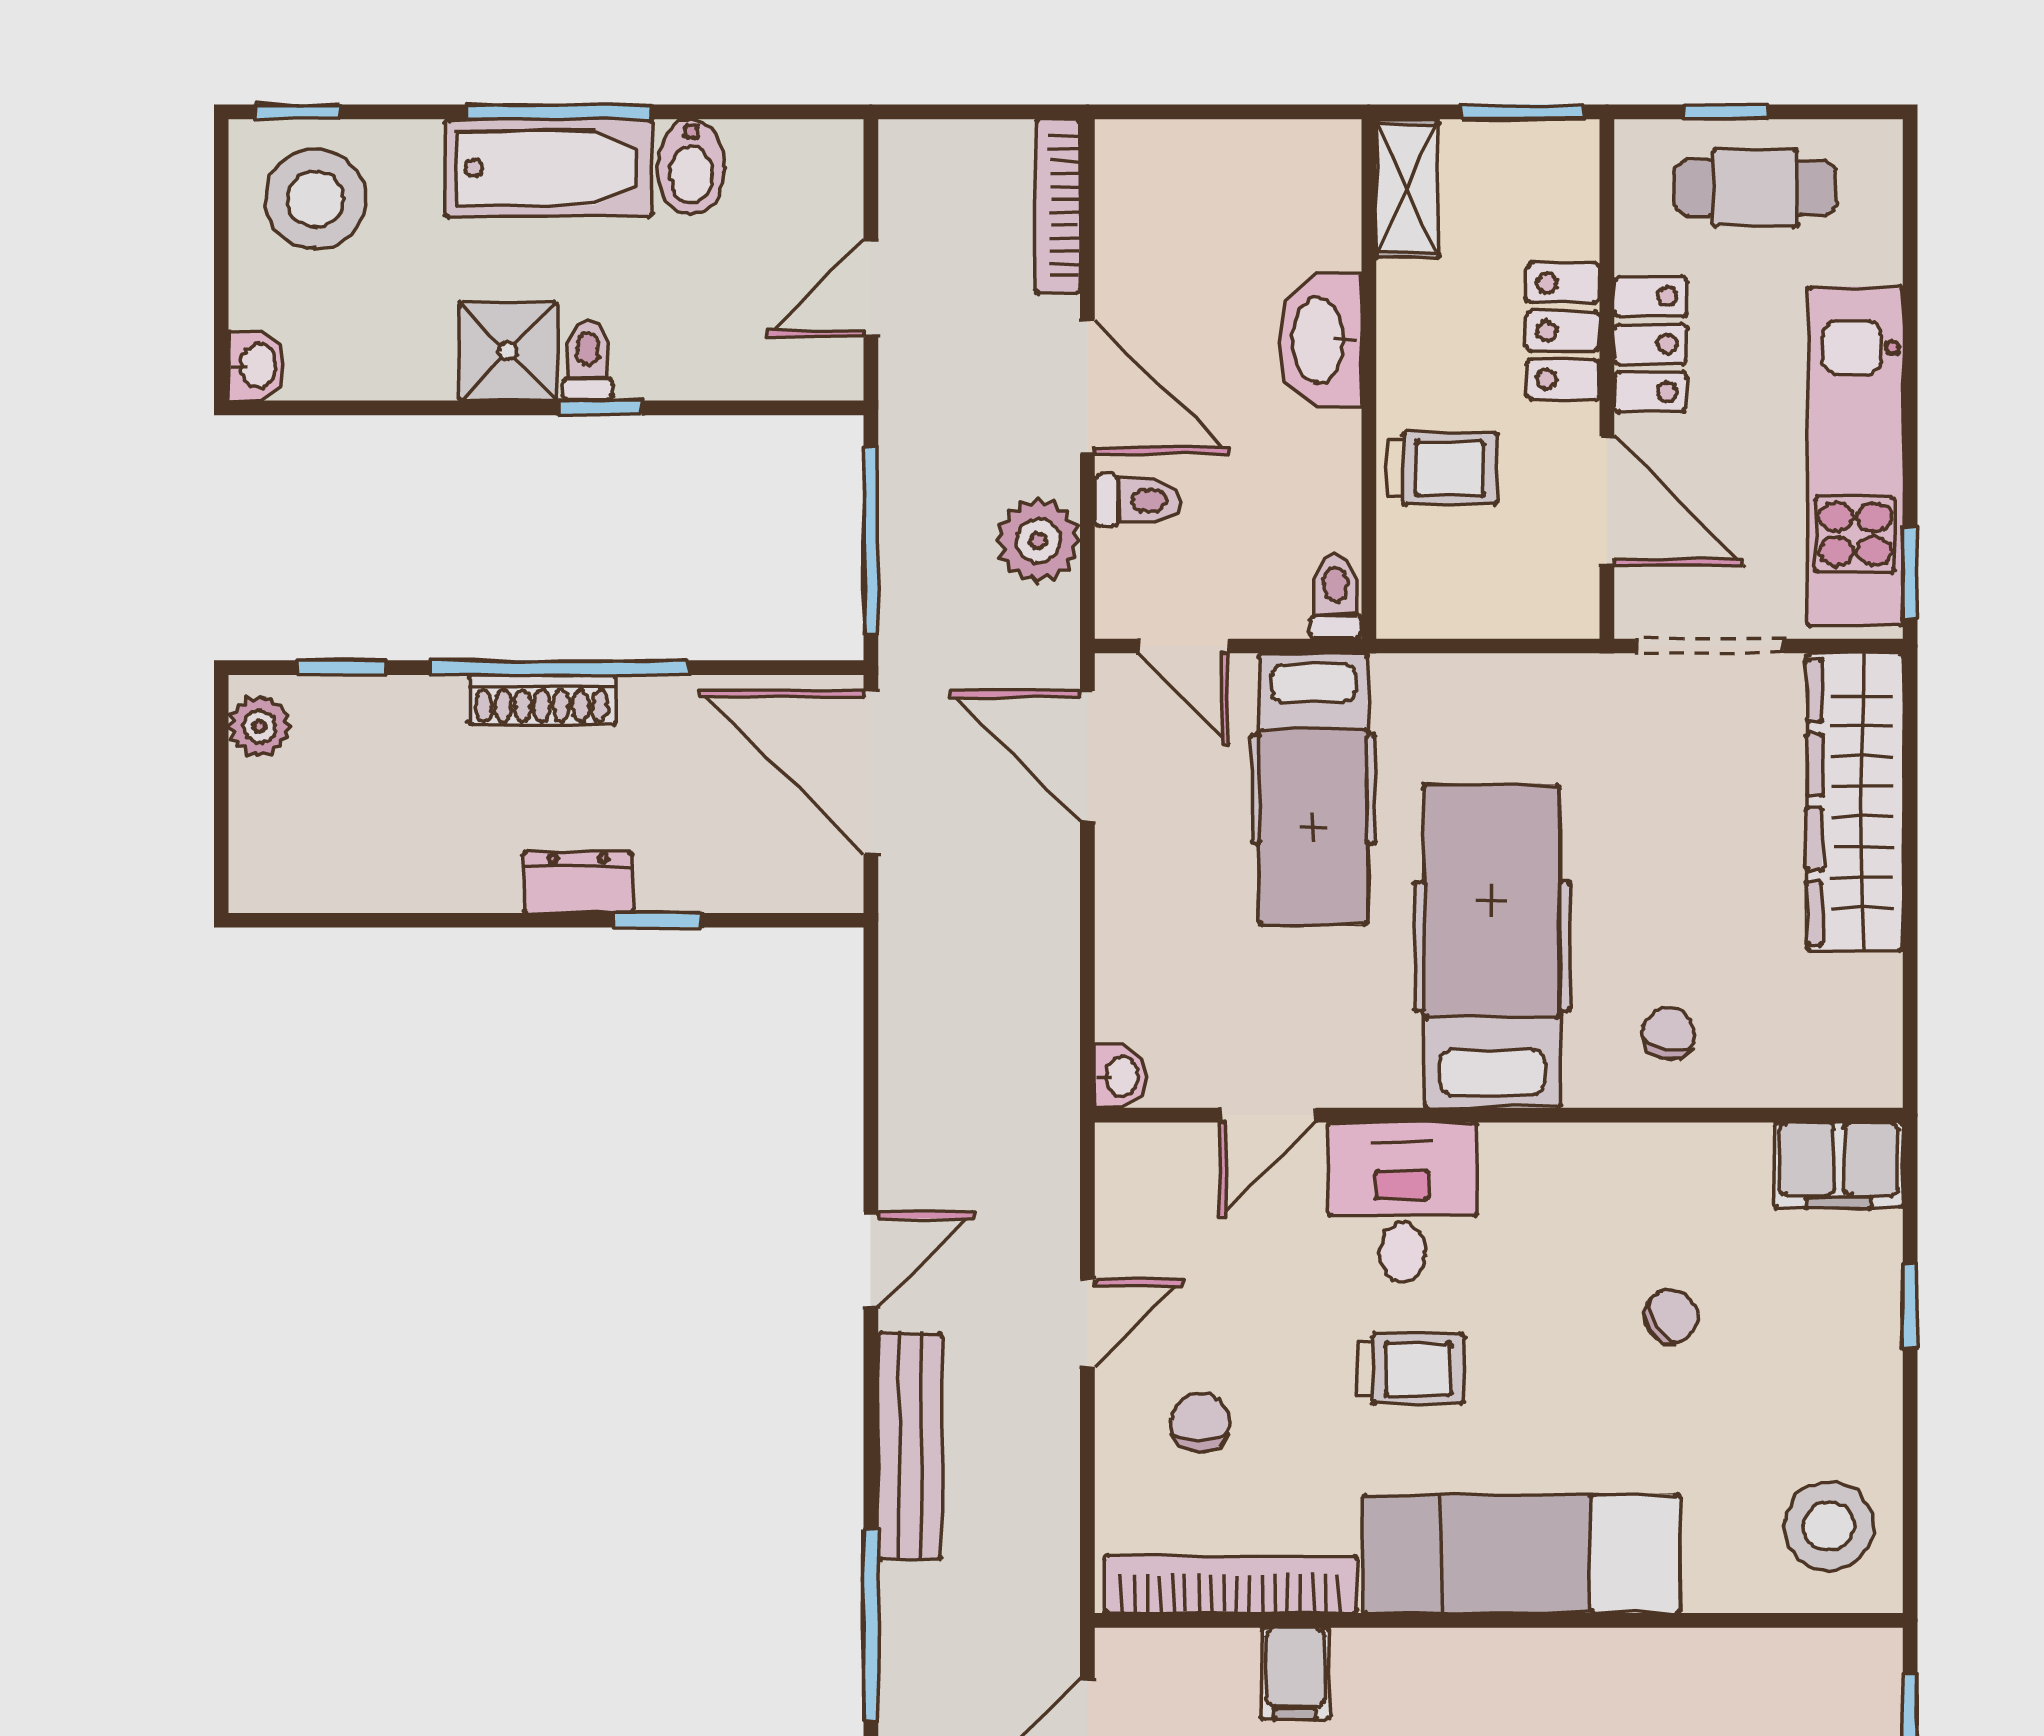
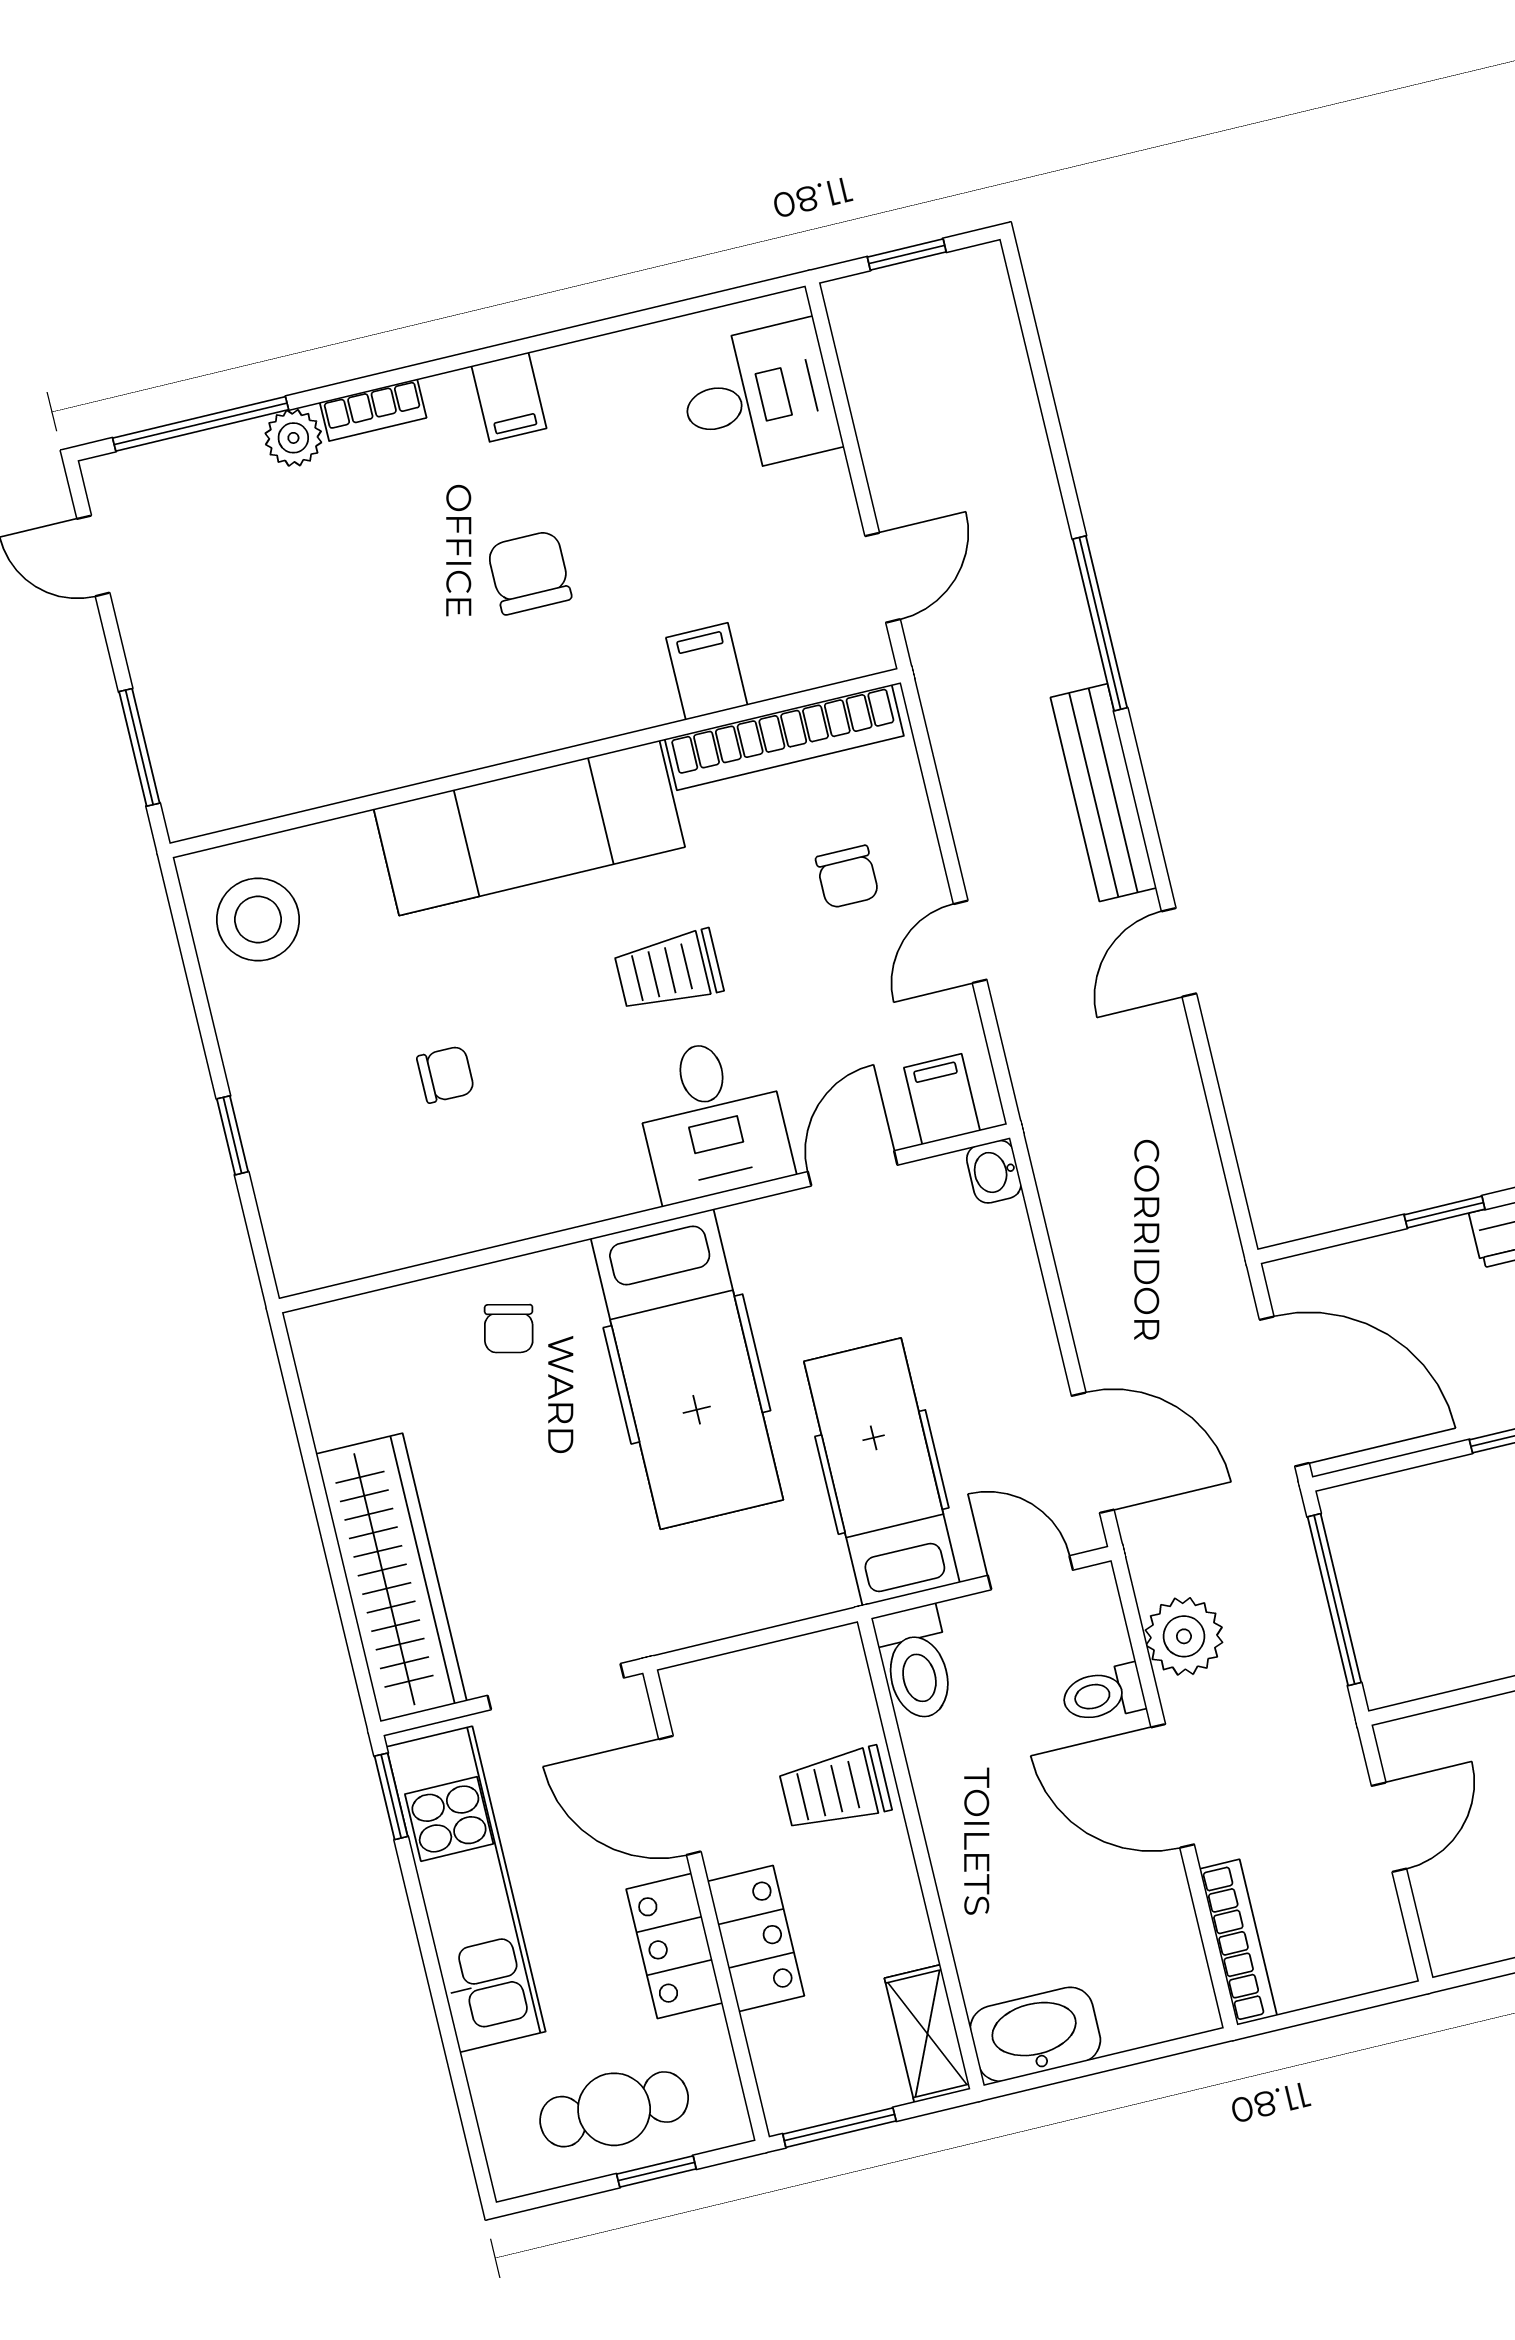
washbasin: (1320, 341) -> (1035, 2034), moved, turned -90
toilet: (1336, 596) -> (916, 1663), width x1.37, depth x1.39
filing cabinet: (1839, 1165) -> (942, 1099), moved, width x0.50
chair: (1671, 1316) -> (446, 1074), turned -148

